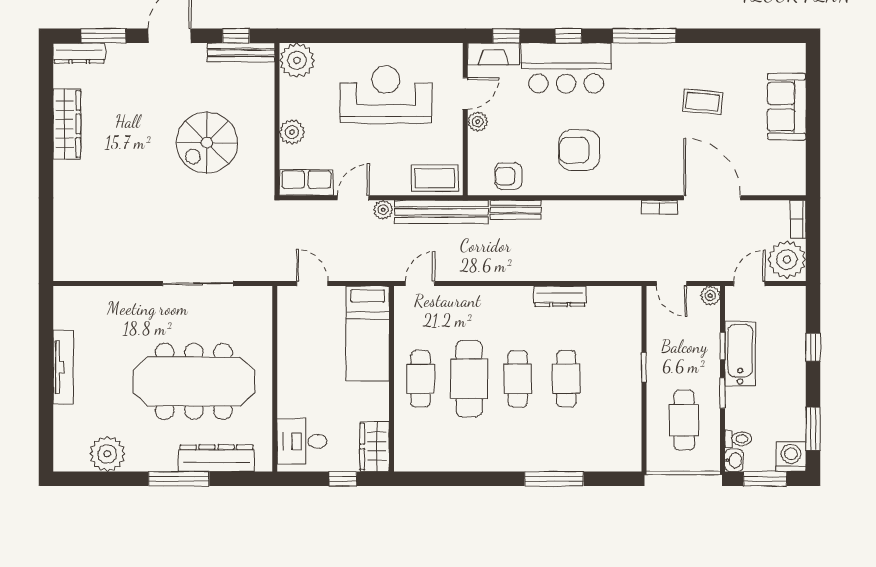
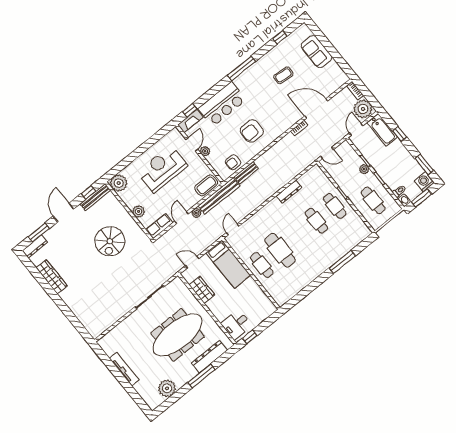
window: (568, 36) -> (280, 37), moved
plant: (710, 296) -> (364, 169), moved
bathtub: (740, 354) -> (382, 130), moved, turned 180
cafe table: (518, 379) -> (335, 206), moved
wardrobe: (374, 447) -> (202, 290), moved, turned 180
window: (343, 479) -> (250, 337), moved

